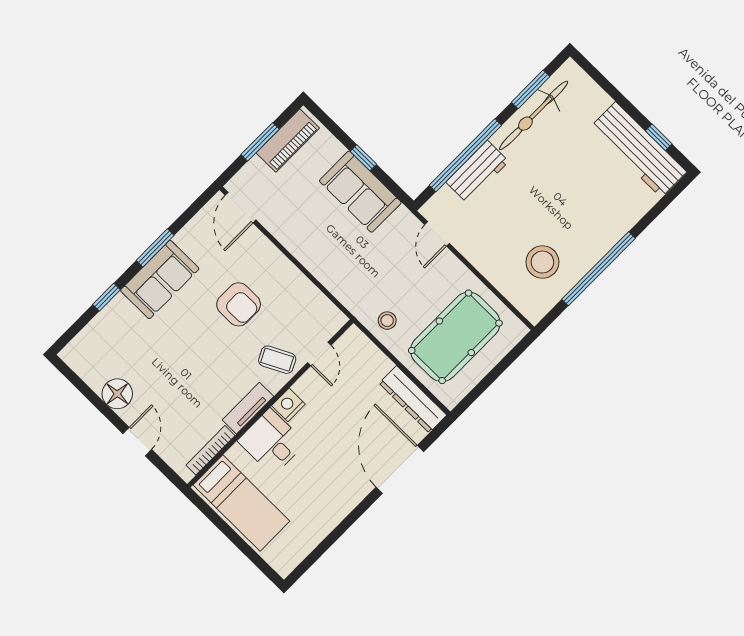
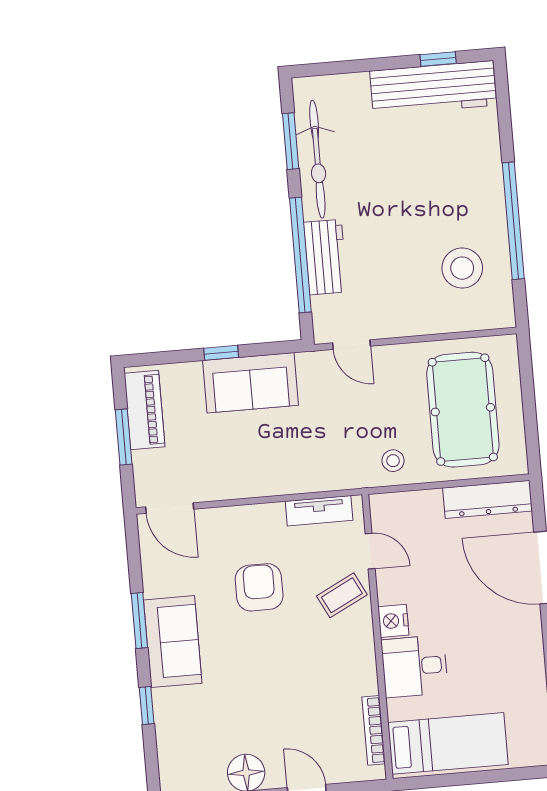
armchair: (239, 304) -> (259, 587), turned -90
tv unit: (248, 408) -> (319, 511), moved, turned -90

